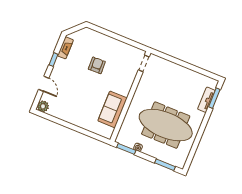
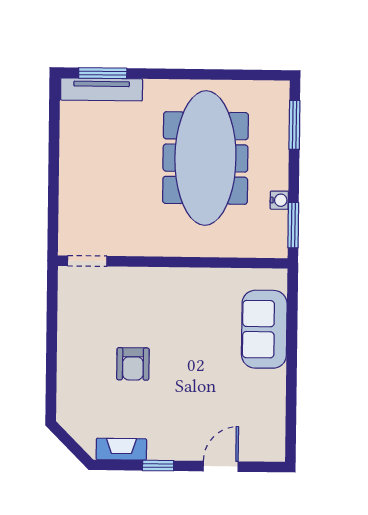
armchair: (97, 65) -> (133, 364), turned -88
tv unit: (206, 100) -> (102, 89), width x1.41
plant: (43, 106) -> (272, 448), removed
sofa: (112, 109) -> (264, 329), moved, turned 90

